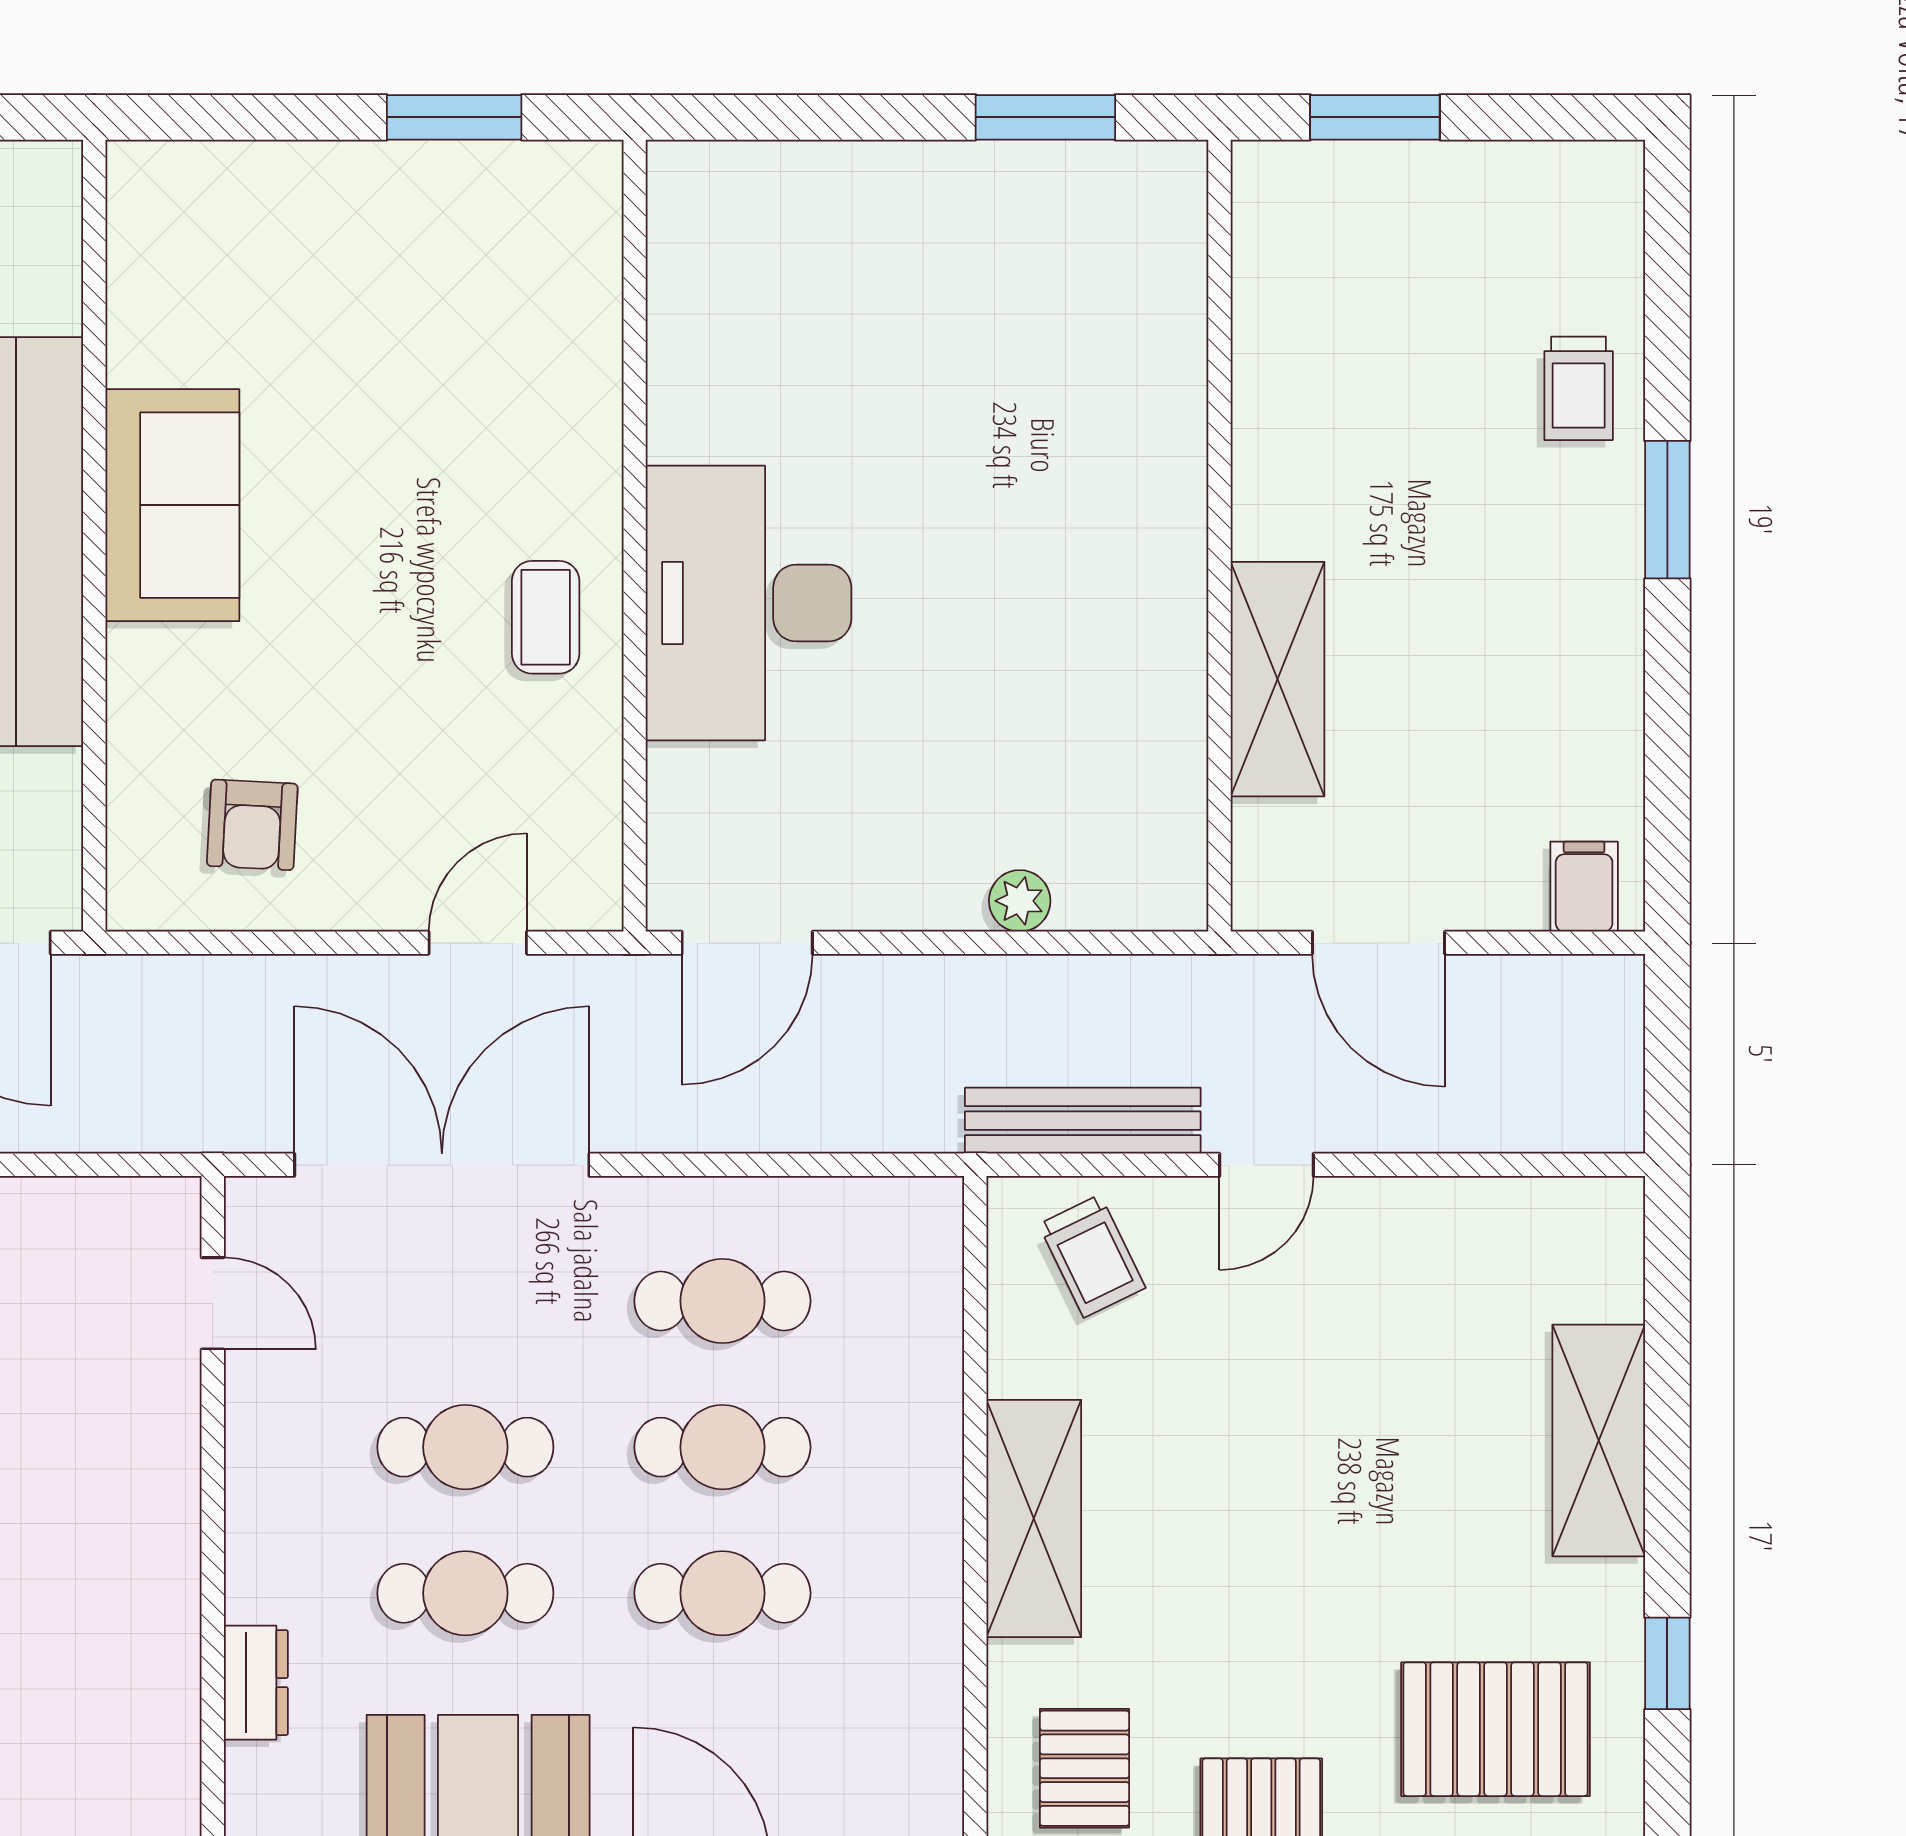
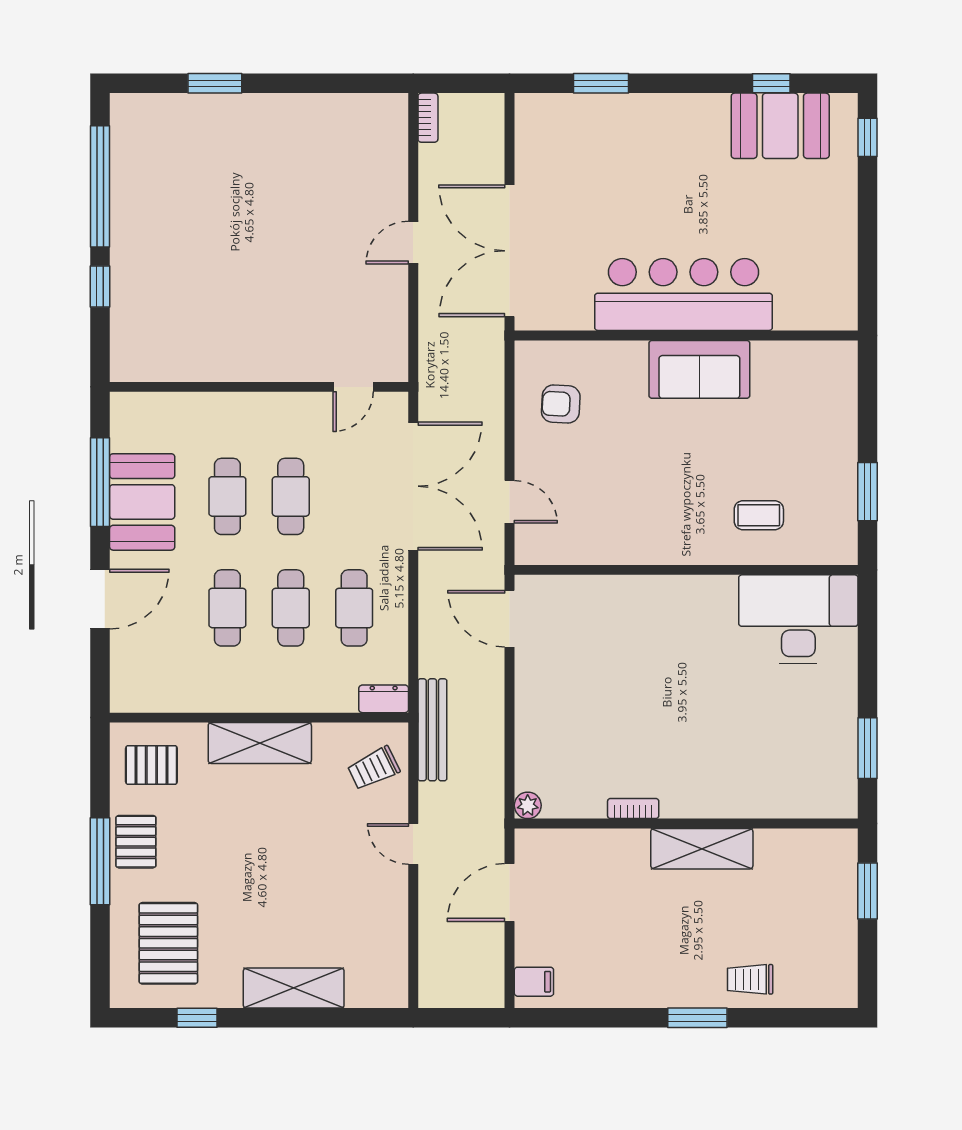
desk: (749, 603) -> (798, 619), moved
coffee table: (546, 617) -> (759, 515), moved
bookcase: (1185, 658) -> (633, 809), added
shelving: (1278, 679) -> (702, 849), moved
plant: (1020, 901) -> (528, 805), moved
bench: (1083, 1121) -> (432, 730), moved
dresser: (256, 1683) -> (384, 699), moved, turned 180

